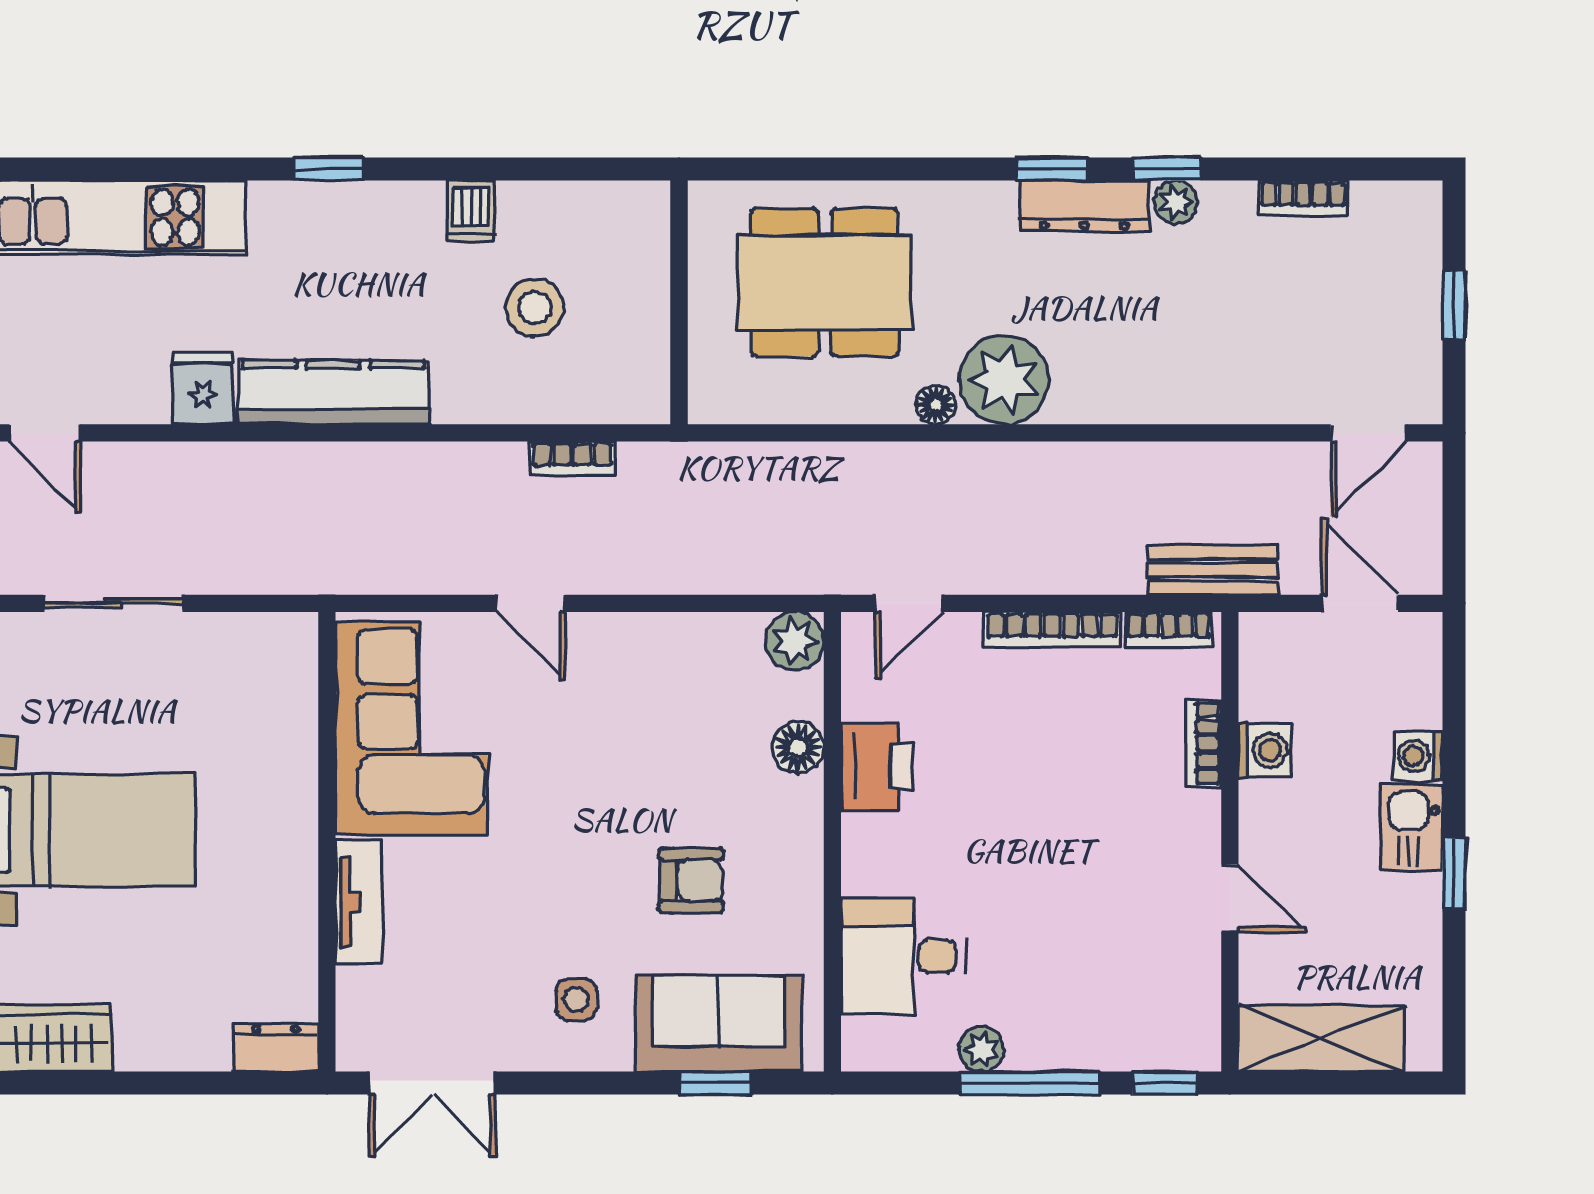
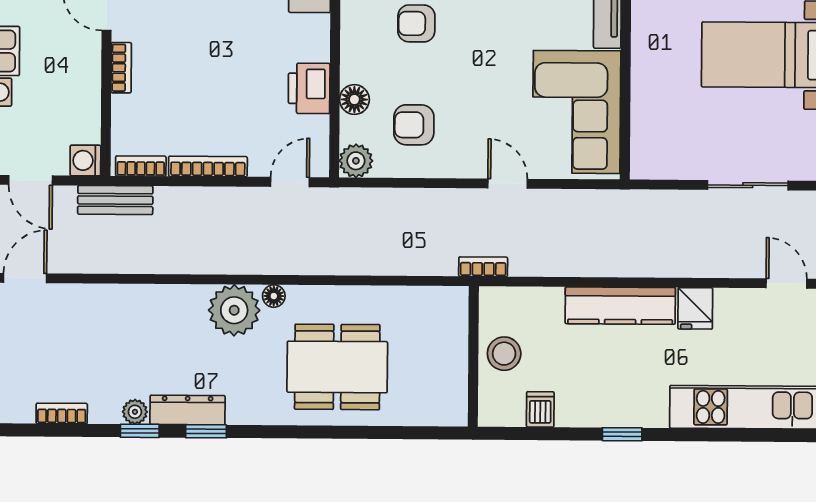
wall: (679, 302) -> (473, 356), moved
armchair: (694, 704) -> (414, 125), added
bookcase: (1204, 743) -> (121, 68), moved
washing machine: (1265, 750) -> (85, 160), moved

